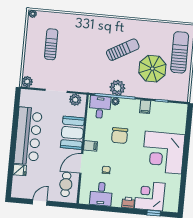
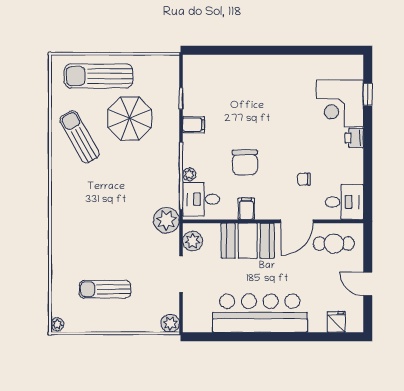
sun lounger: (123, 50) -> (80, 137), moved
plant: (117, 88) -> (166, 220), moved
chair: (120, 136) -> (245, 162), turned 89
filing cabinet: (91, 146) -> (246, 209), moved
corner desk: (163, 153) -> (266, 88), removed
door: (81, 163) -> (297, 221), hinge flipped
fridge: (20, 170) -> (336, 322), moved
desk: (101, 194) -> (344, 202), moved

